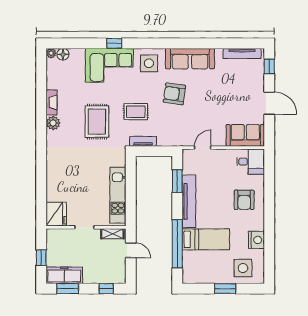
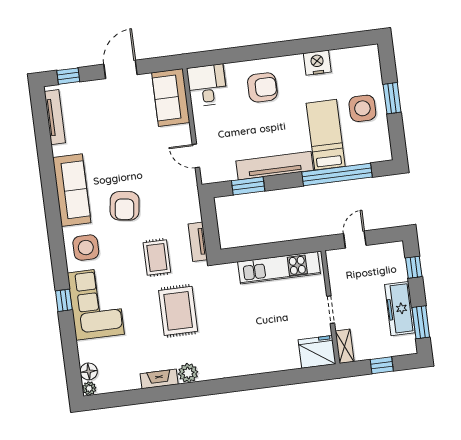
rug: (97, 122) -> (178, 311), turned 90
shelving: (112, 234) -> (345, 346), moved
side table: (243, 268) -> (362, 108), moved
freezer: (64, 275) -> (400, 309), moved

